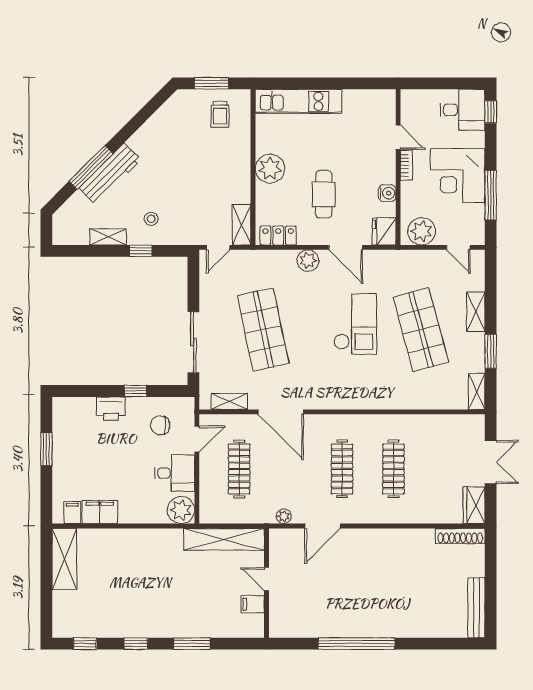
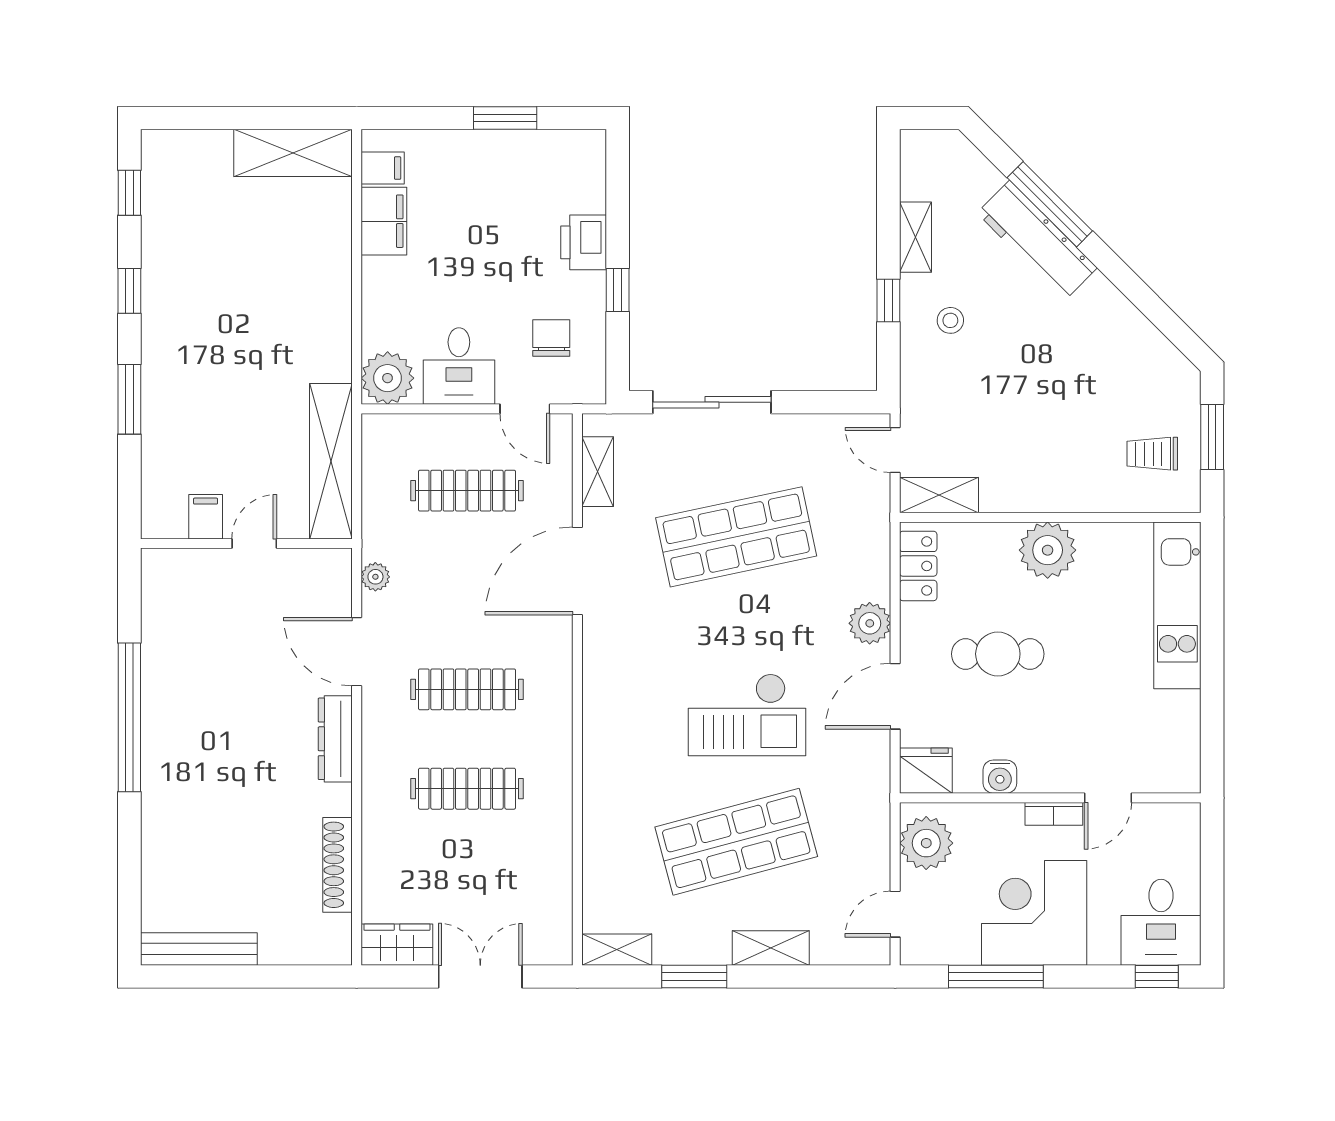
double door: (491, 462) -> (480, 977), swing flipped
shoe rack: (460, 536) -> (338, 865), moved
dresser: (368, 537) -> (335, 739), added

